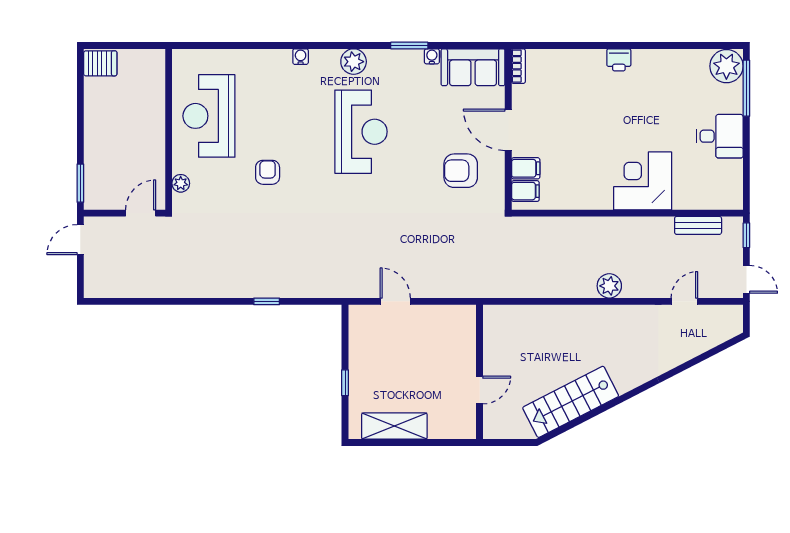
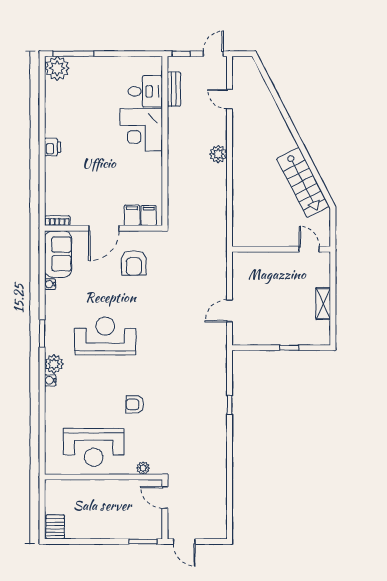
window: (409, 46) -> (42, 334), moved
plant: (354, 62) -> (54, 364), moved
desk: (720, 136) -> (145, 91), moved, turned 90
door: (480, 390) -> (309, 249), moved
shelving: (394, 426) -> (323, 304), width x0.67, depth x0.75

